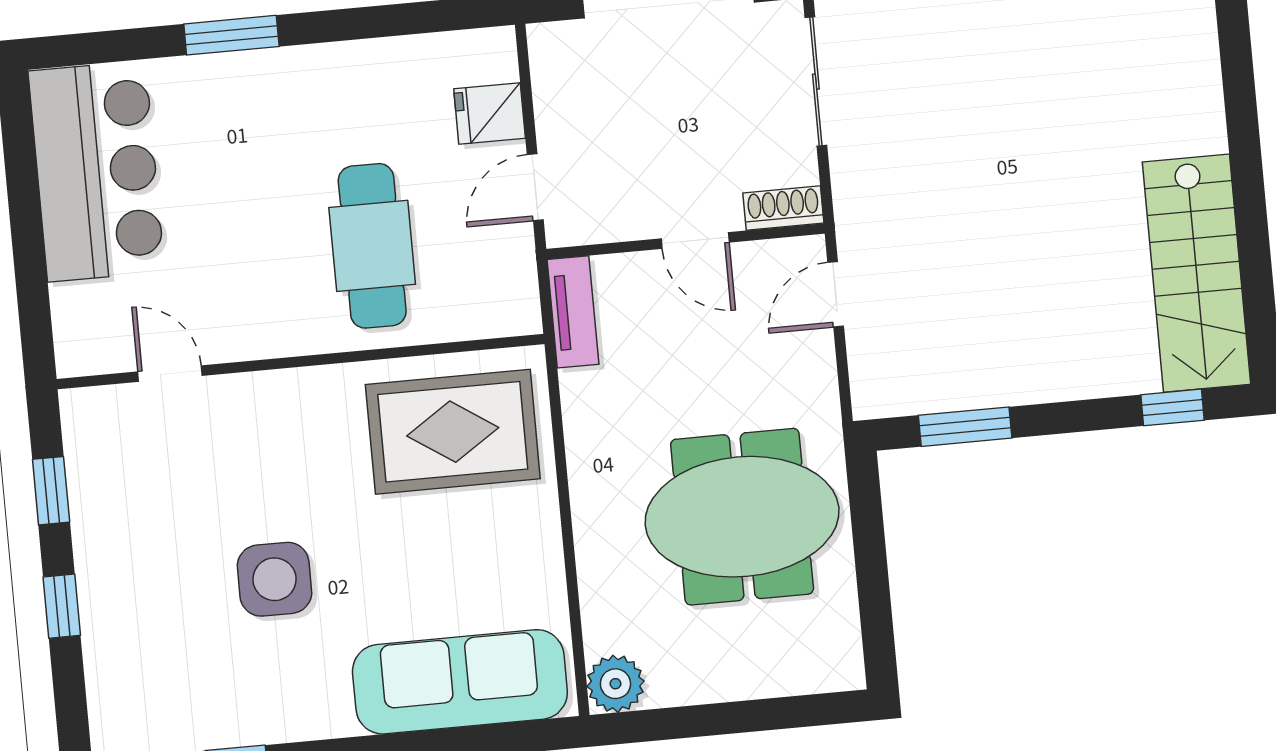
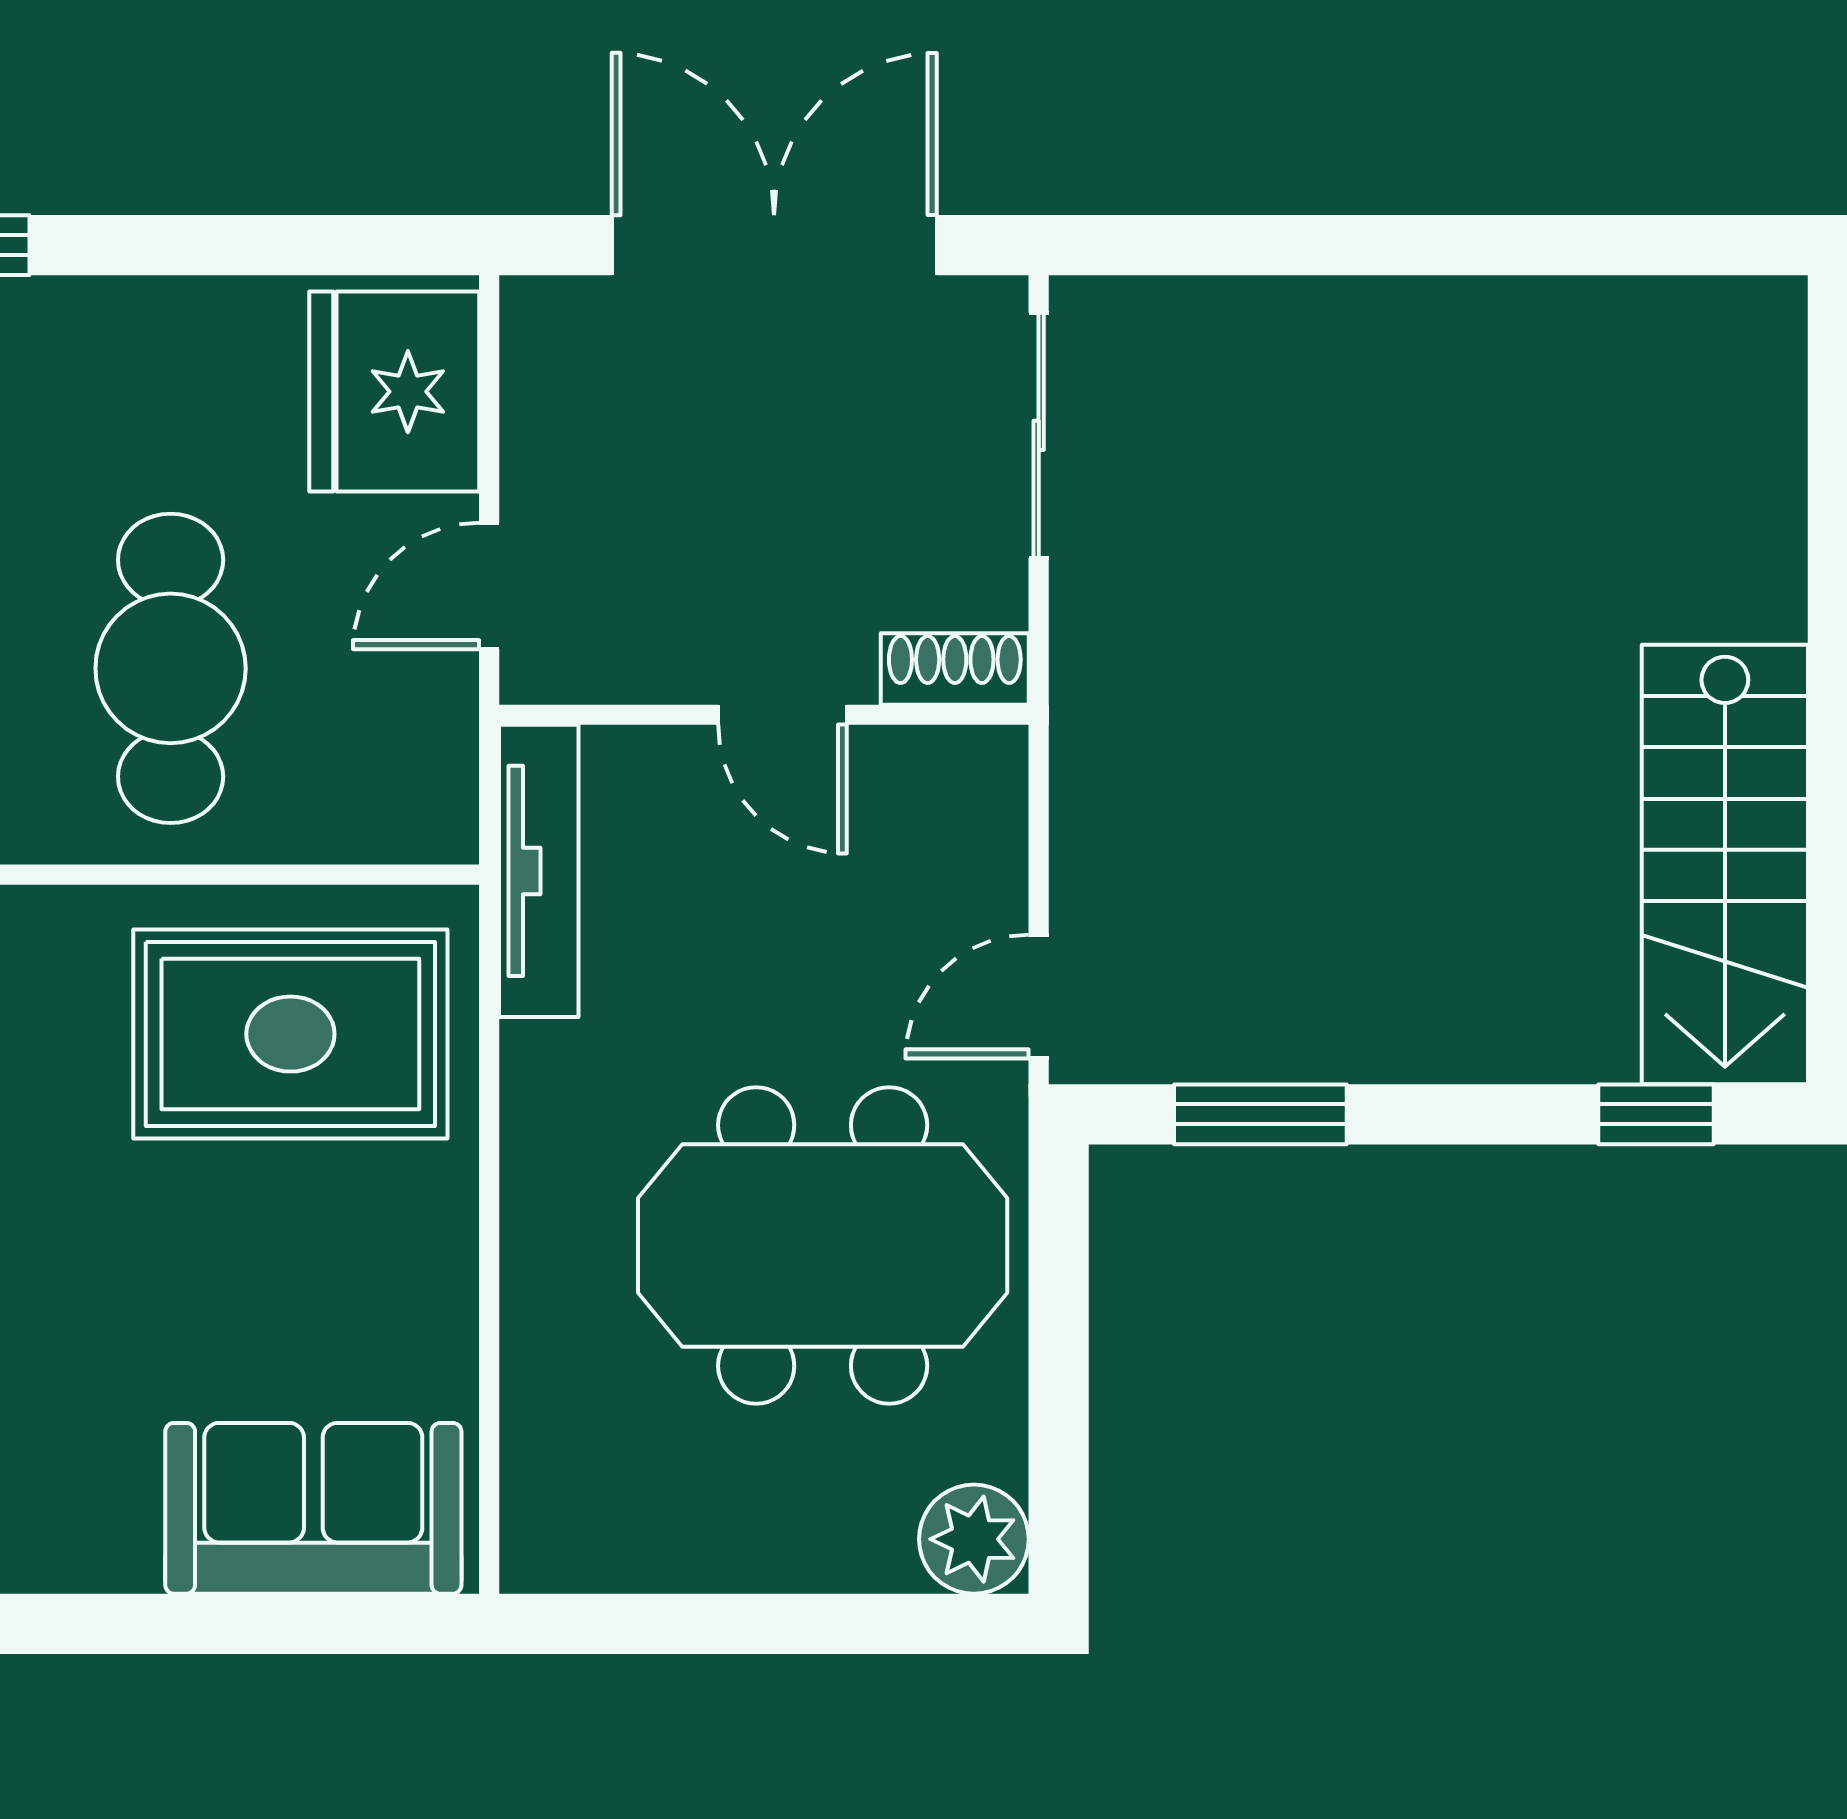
fridge: (490, 114) -> (394, 392), width x1.88, depth x1.34
door: (836, 294) -> (1039, 997), moved
tv unit: (573, 312) -> (539, 871), width x1.41
sofa: (460, 682) -> (313, 1508), width x0.73
plant: (615, 684) -> (974, 1539), moved

